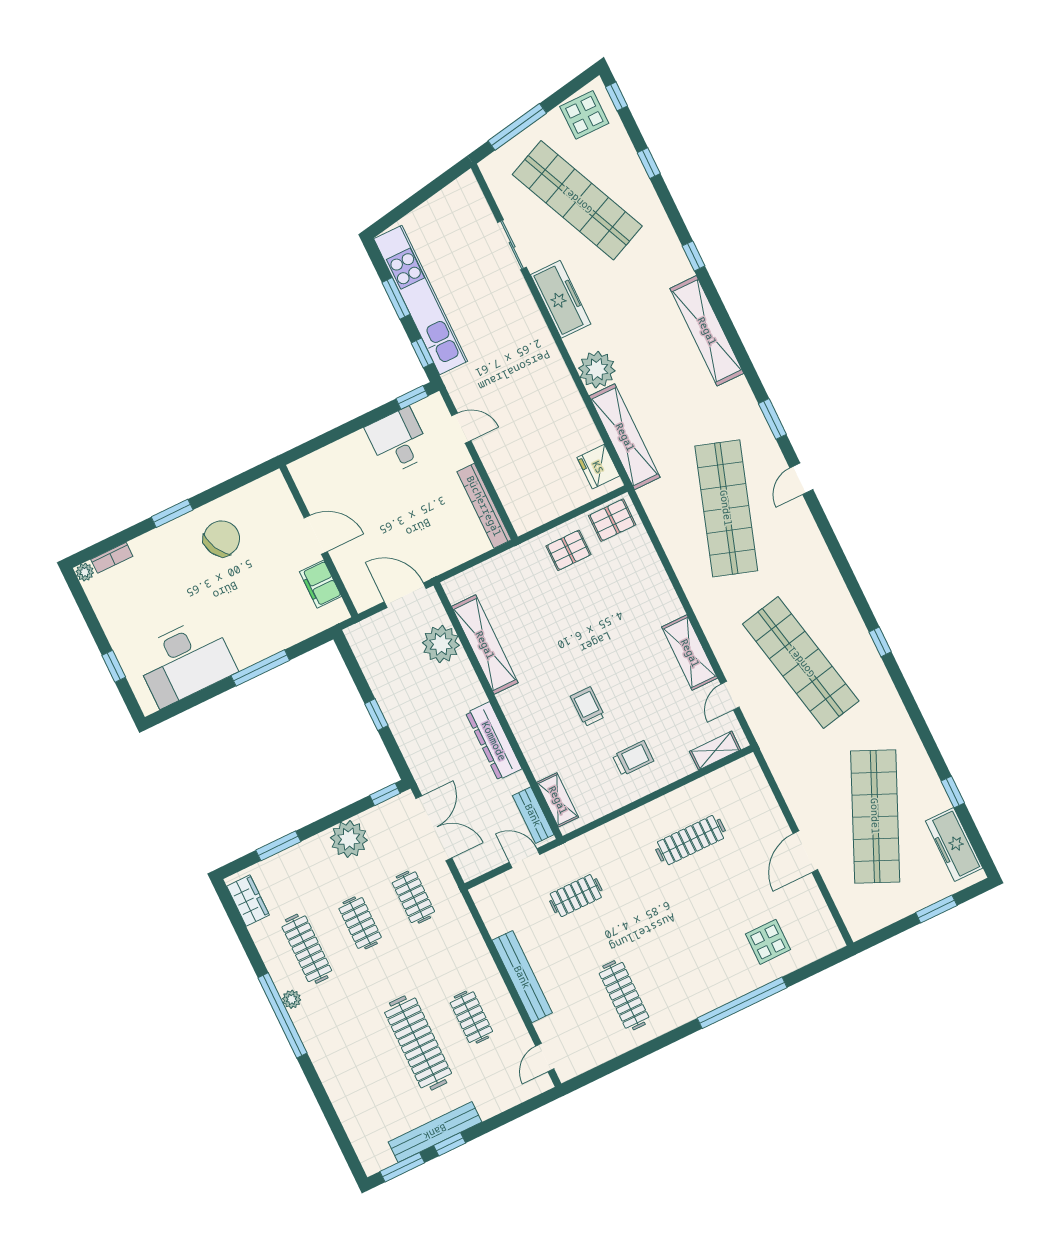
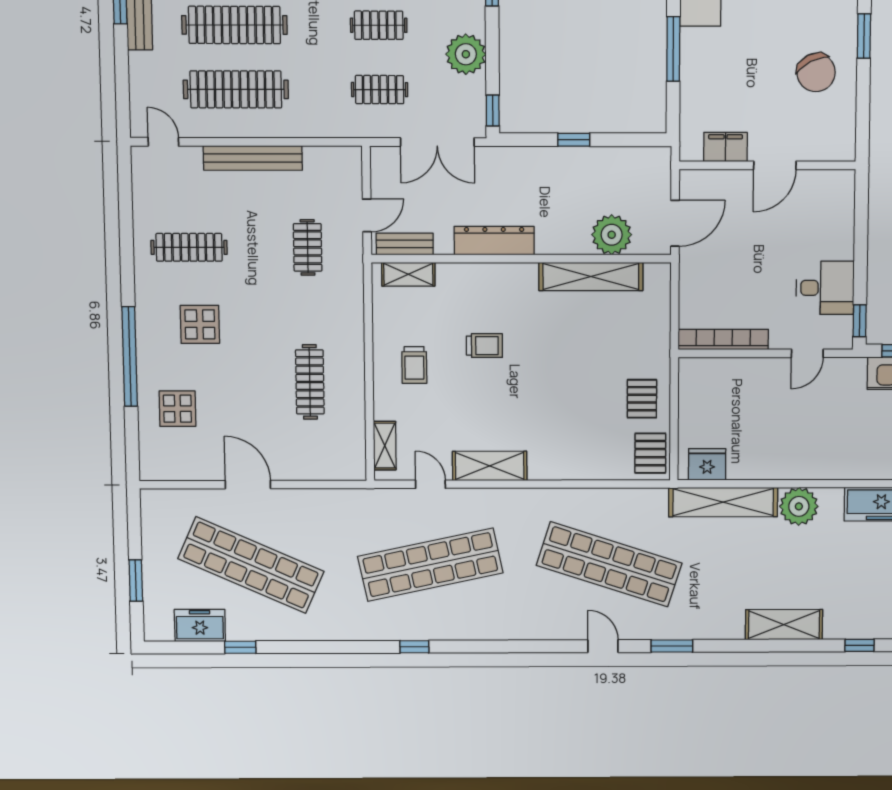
shelving: (707, 331) -> (784, 625), width x0.68
freezer: (954, 844) -> (200, 625), width x0.71
display table: (686, 956) -> (200, 324), added
clothes rail: (471, 1017) -> (236, 89), width x1.86, depth x1.31

